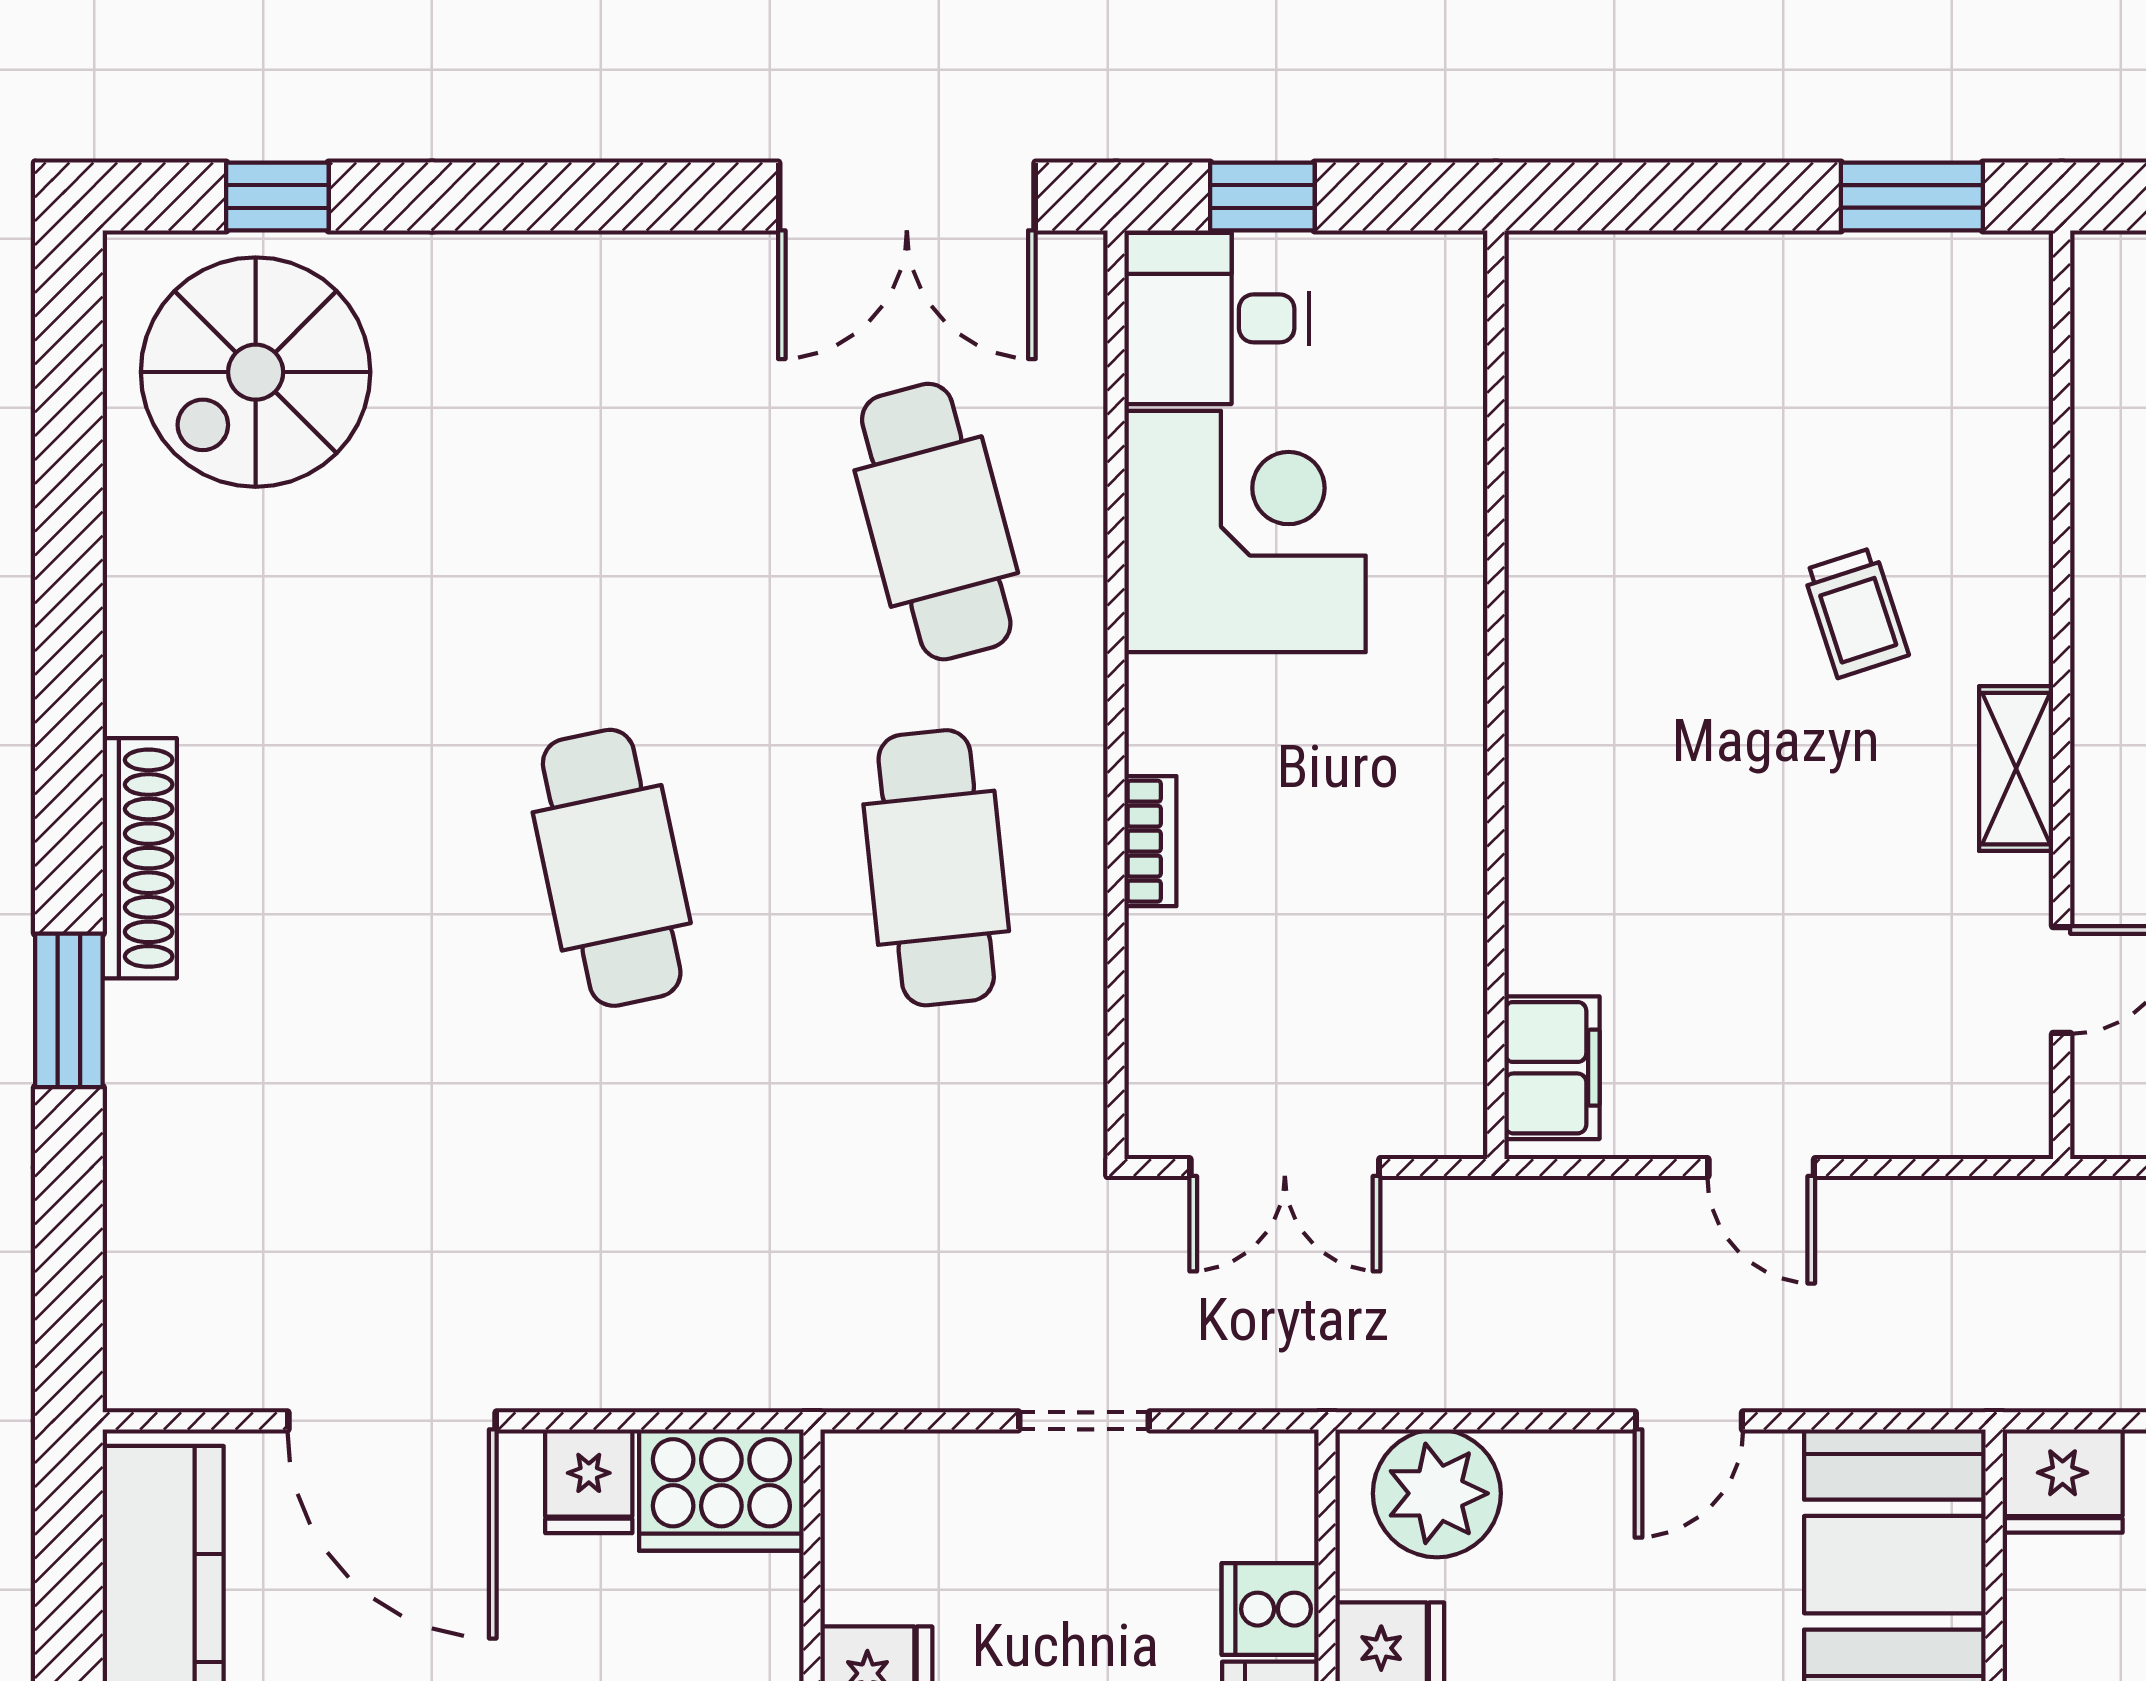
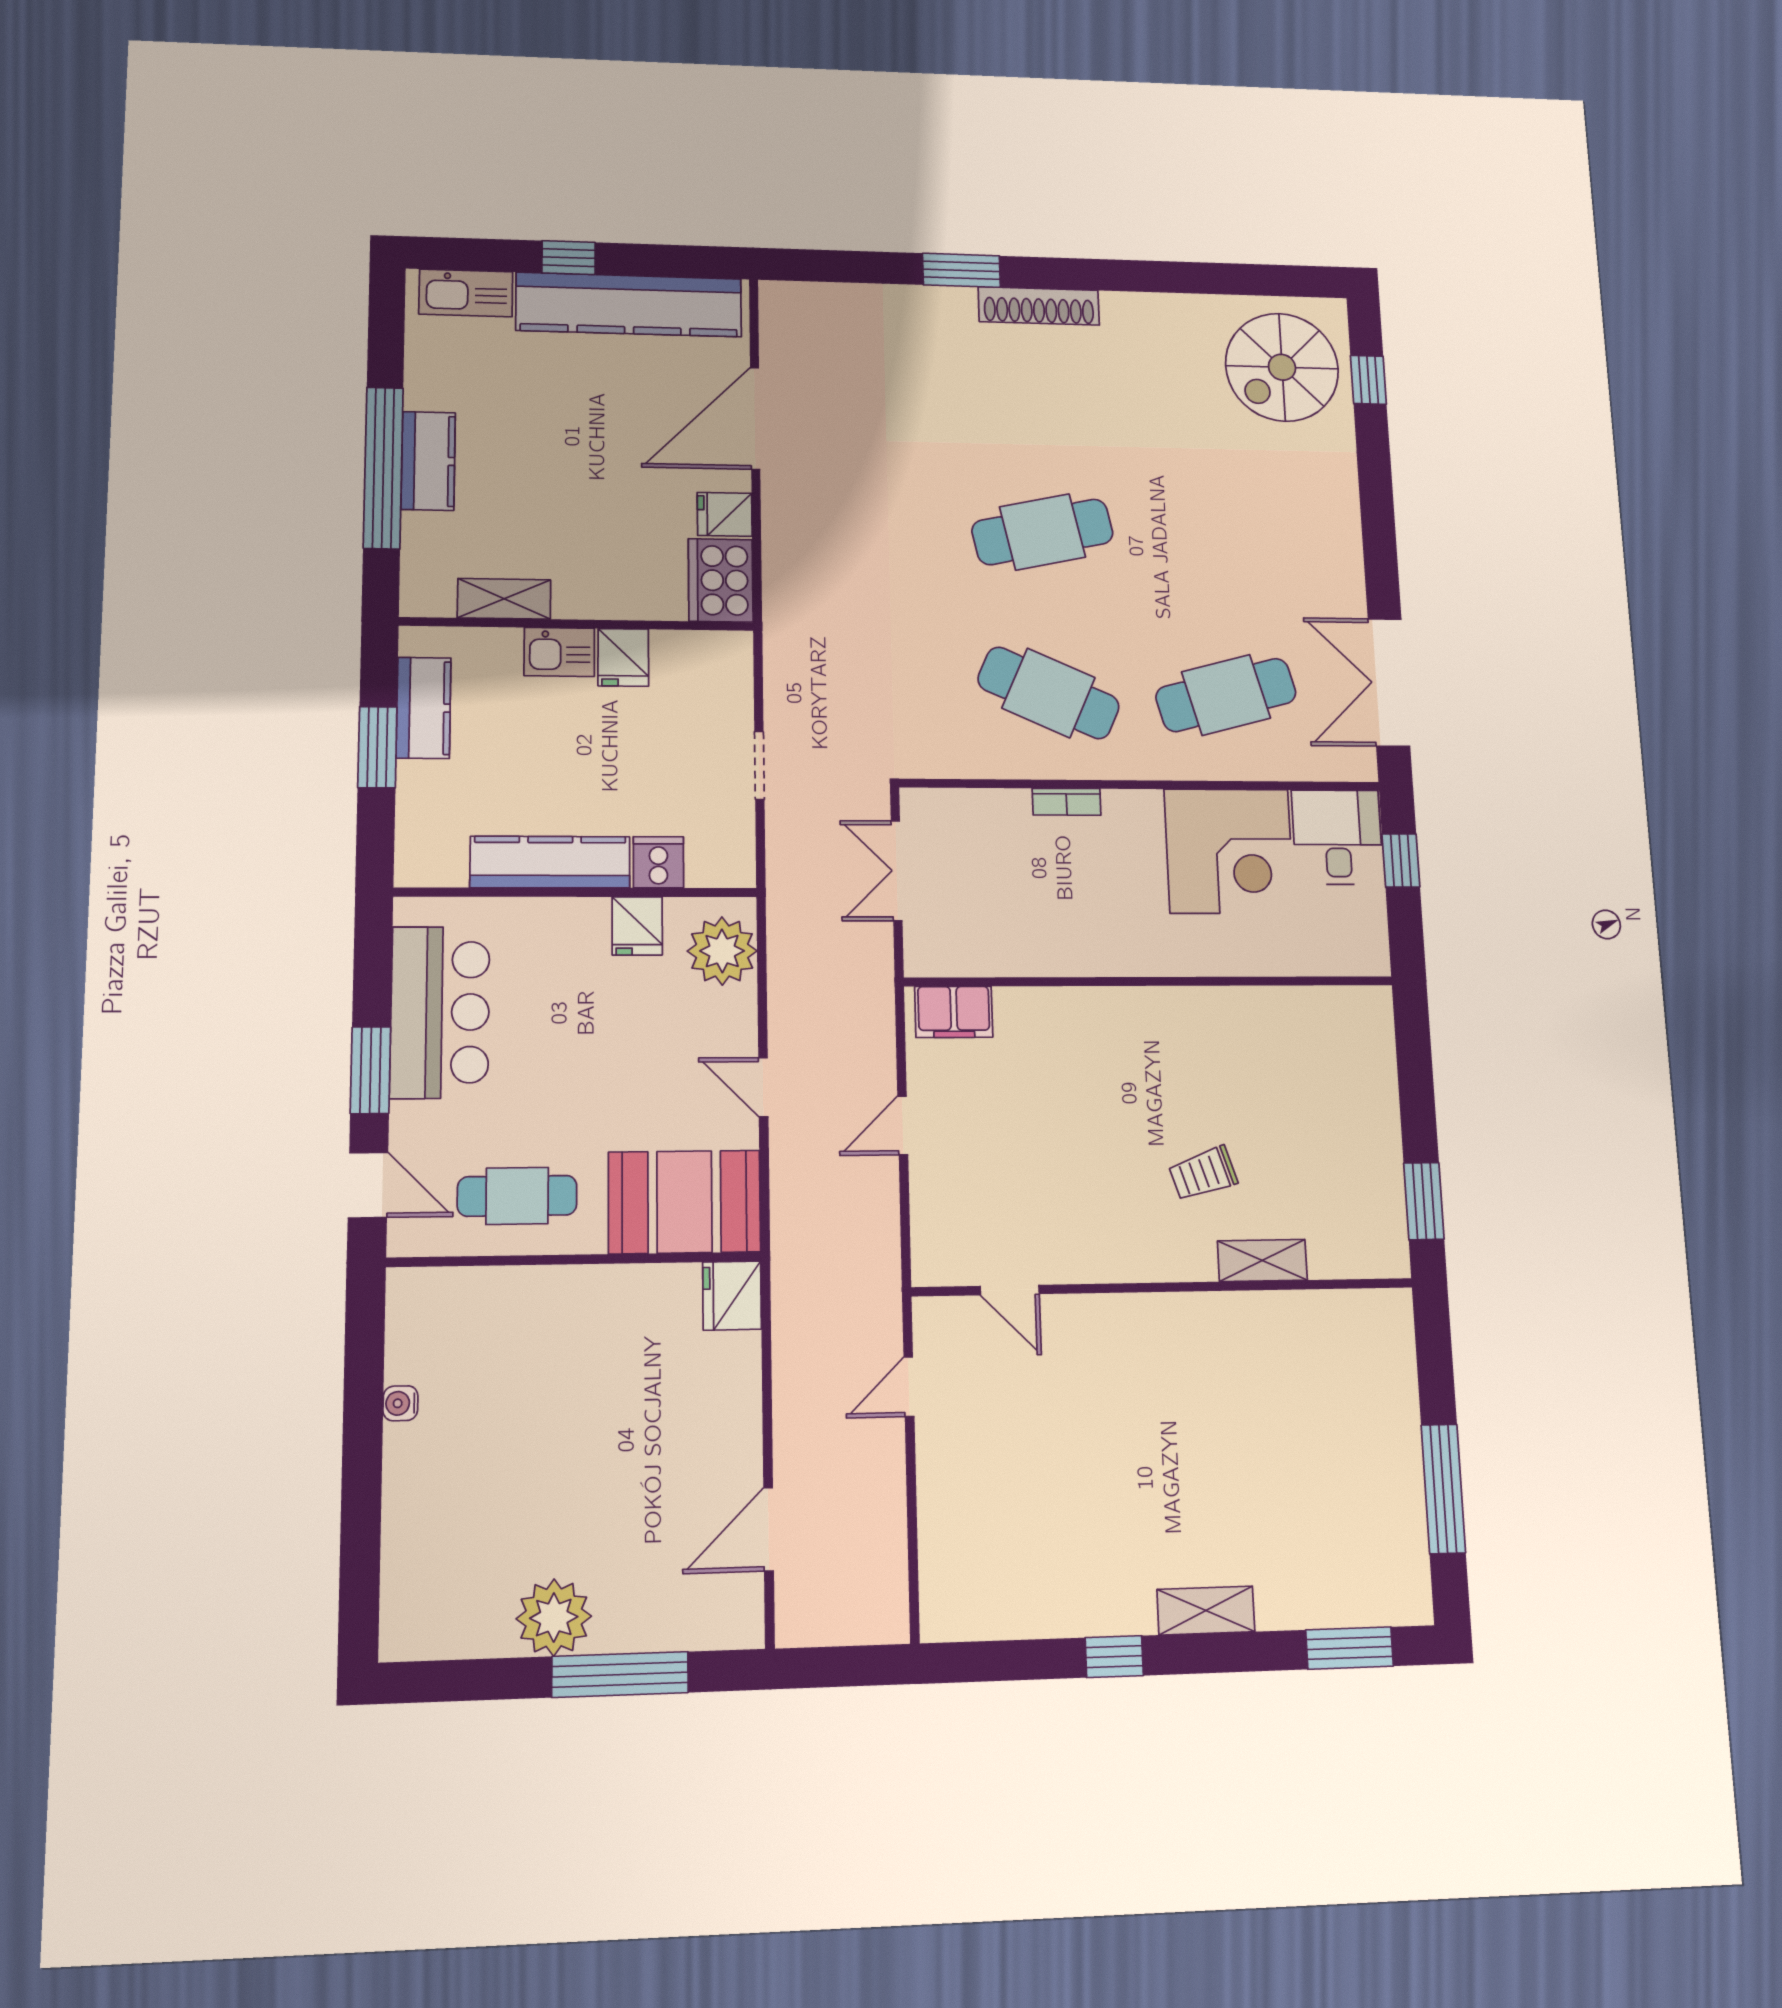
spiral stairs: (256, 372) -> (1282, 367), turned -90
shelving: (2016, 769) -> (1262, 1260), moved
cafe table: (936, 868) -> (1049, 693), turned 30

